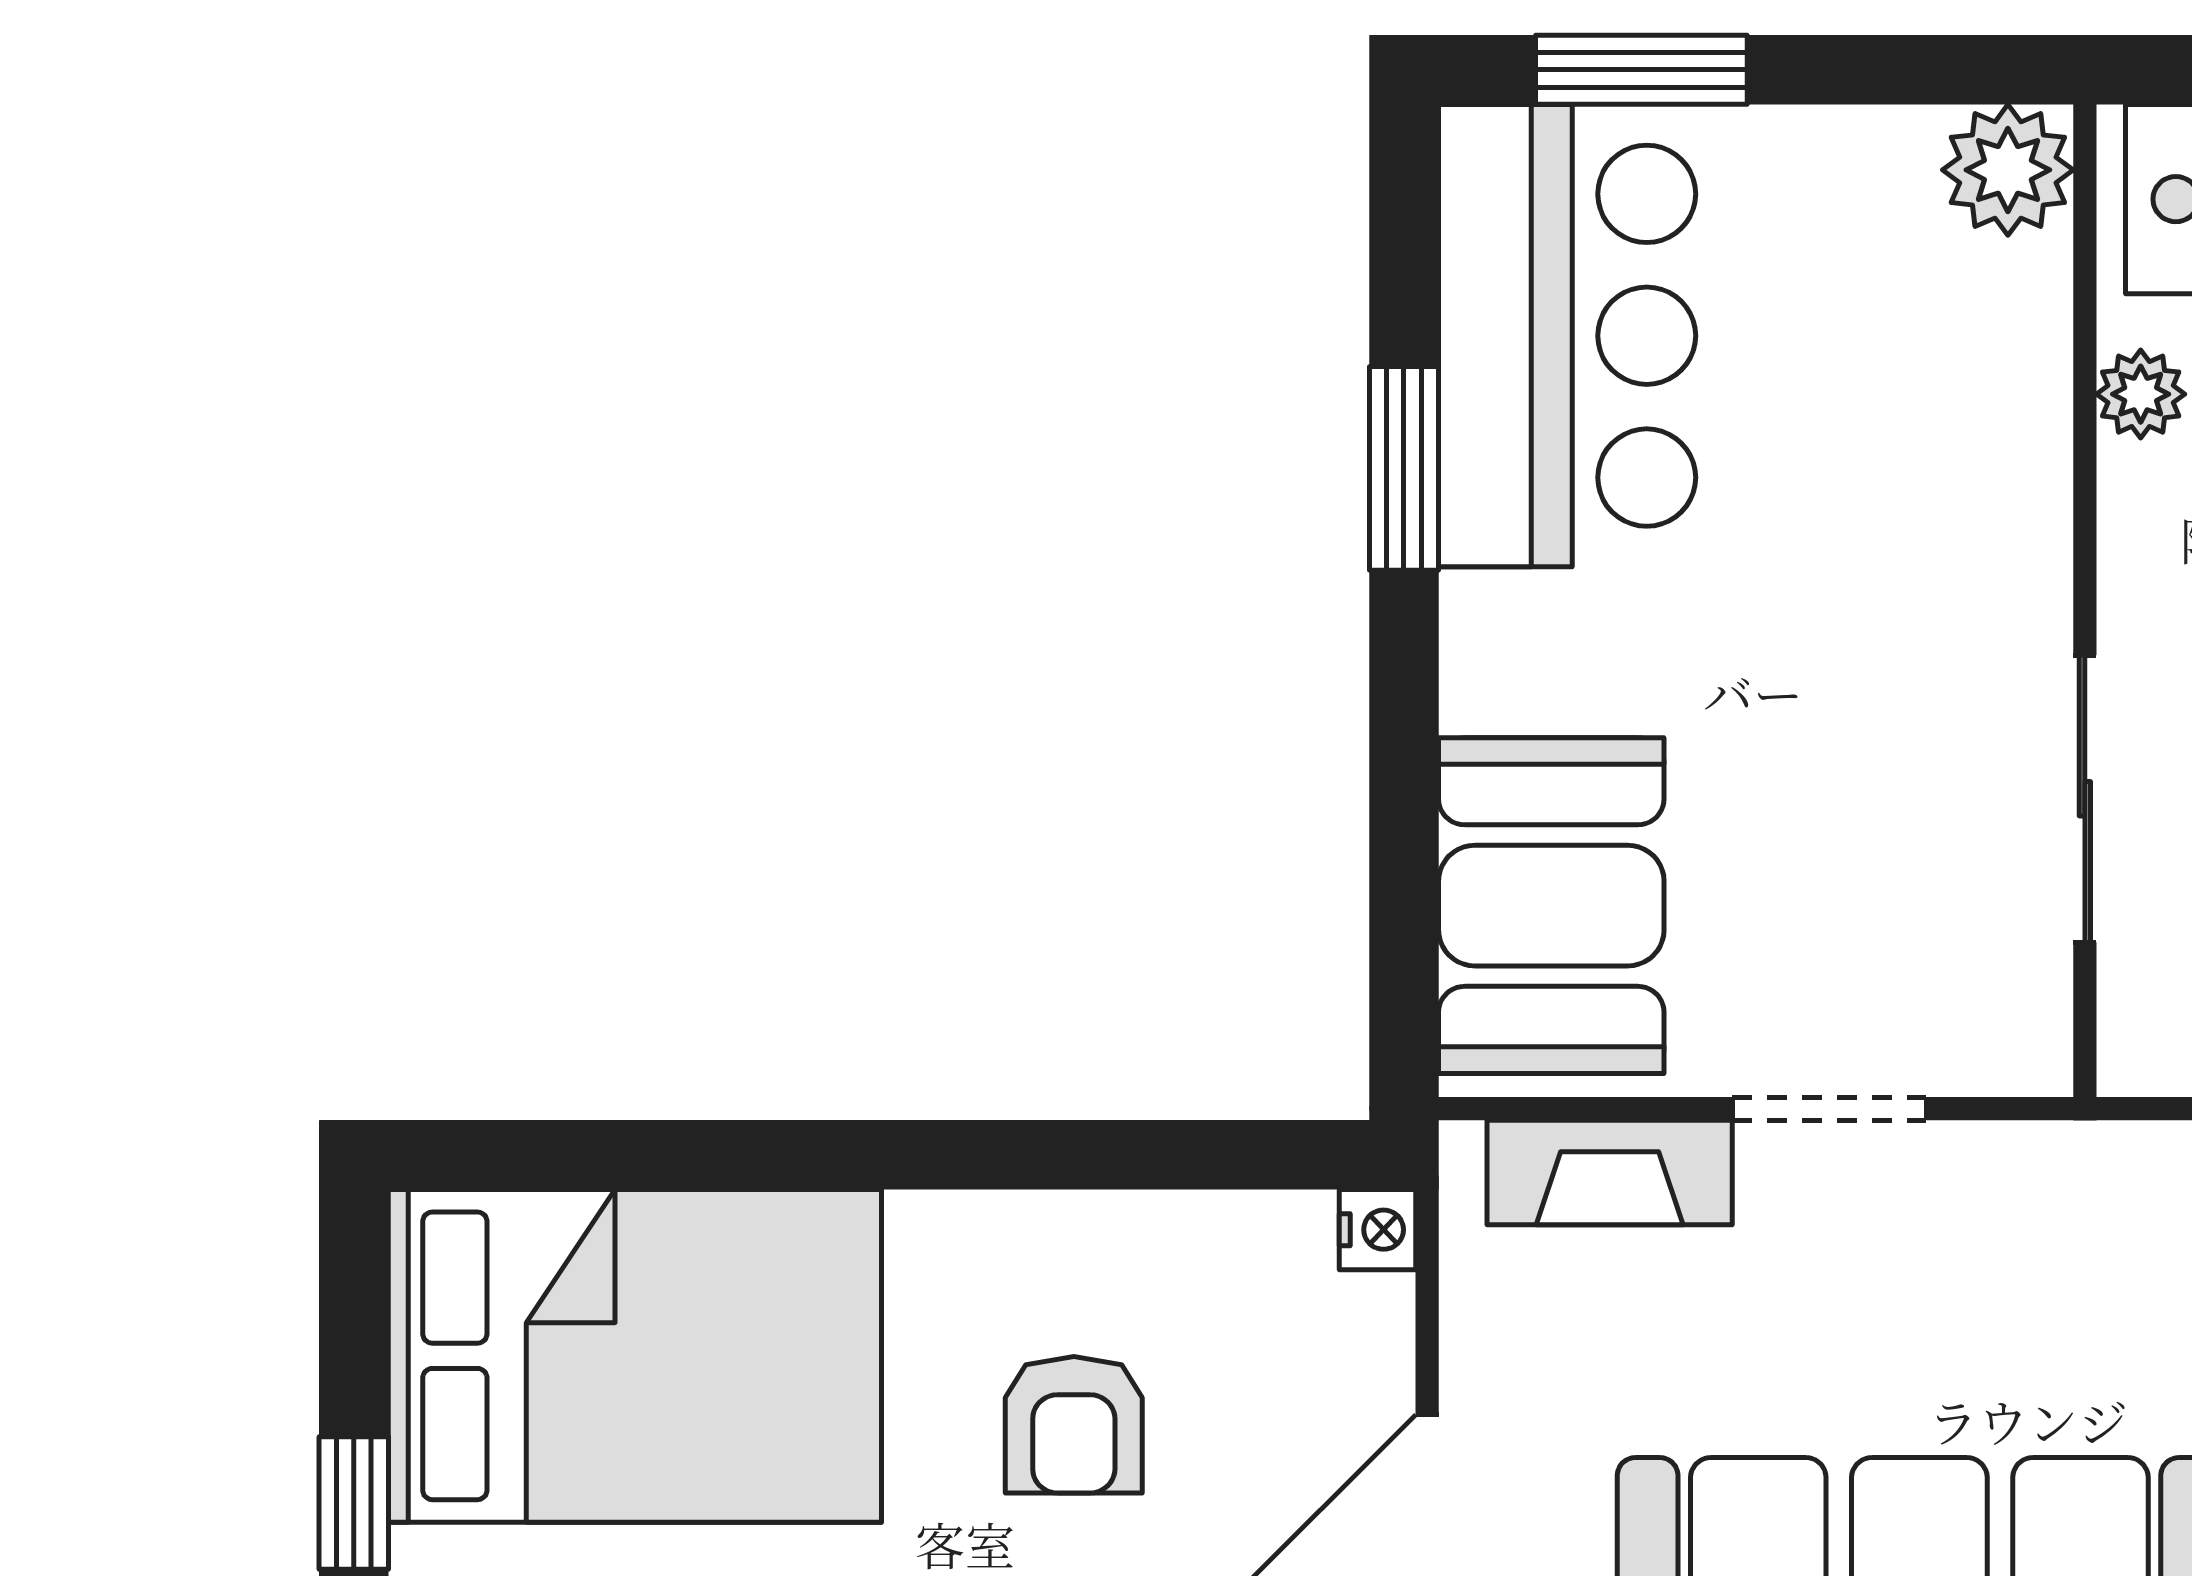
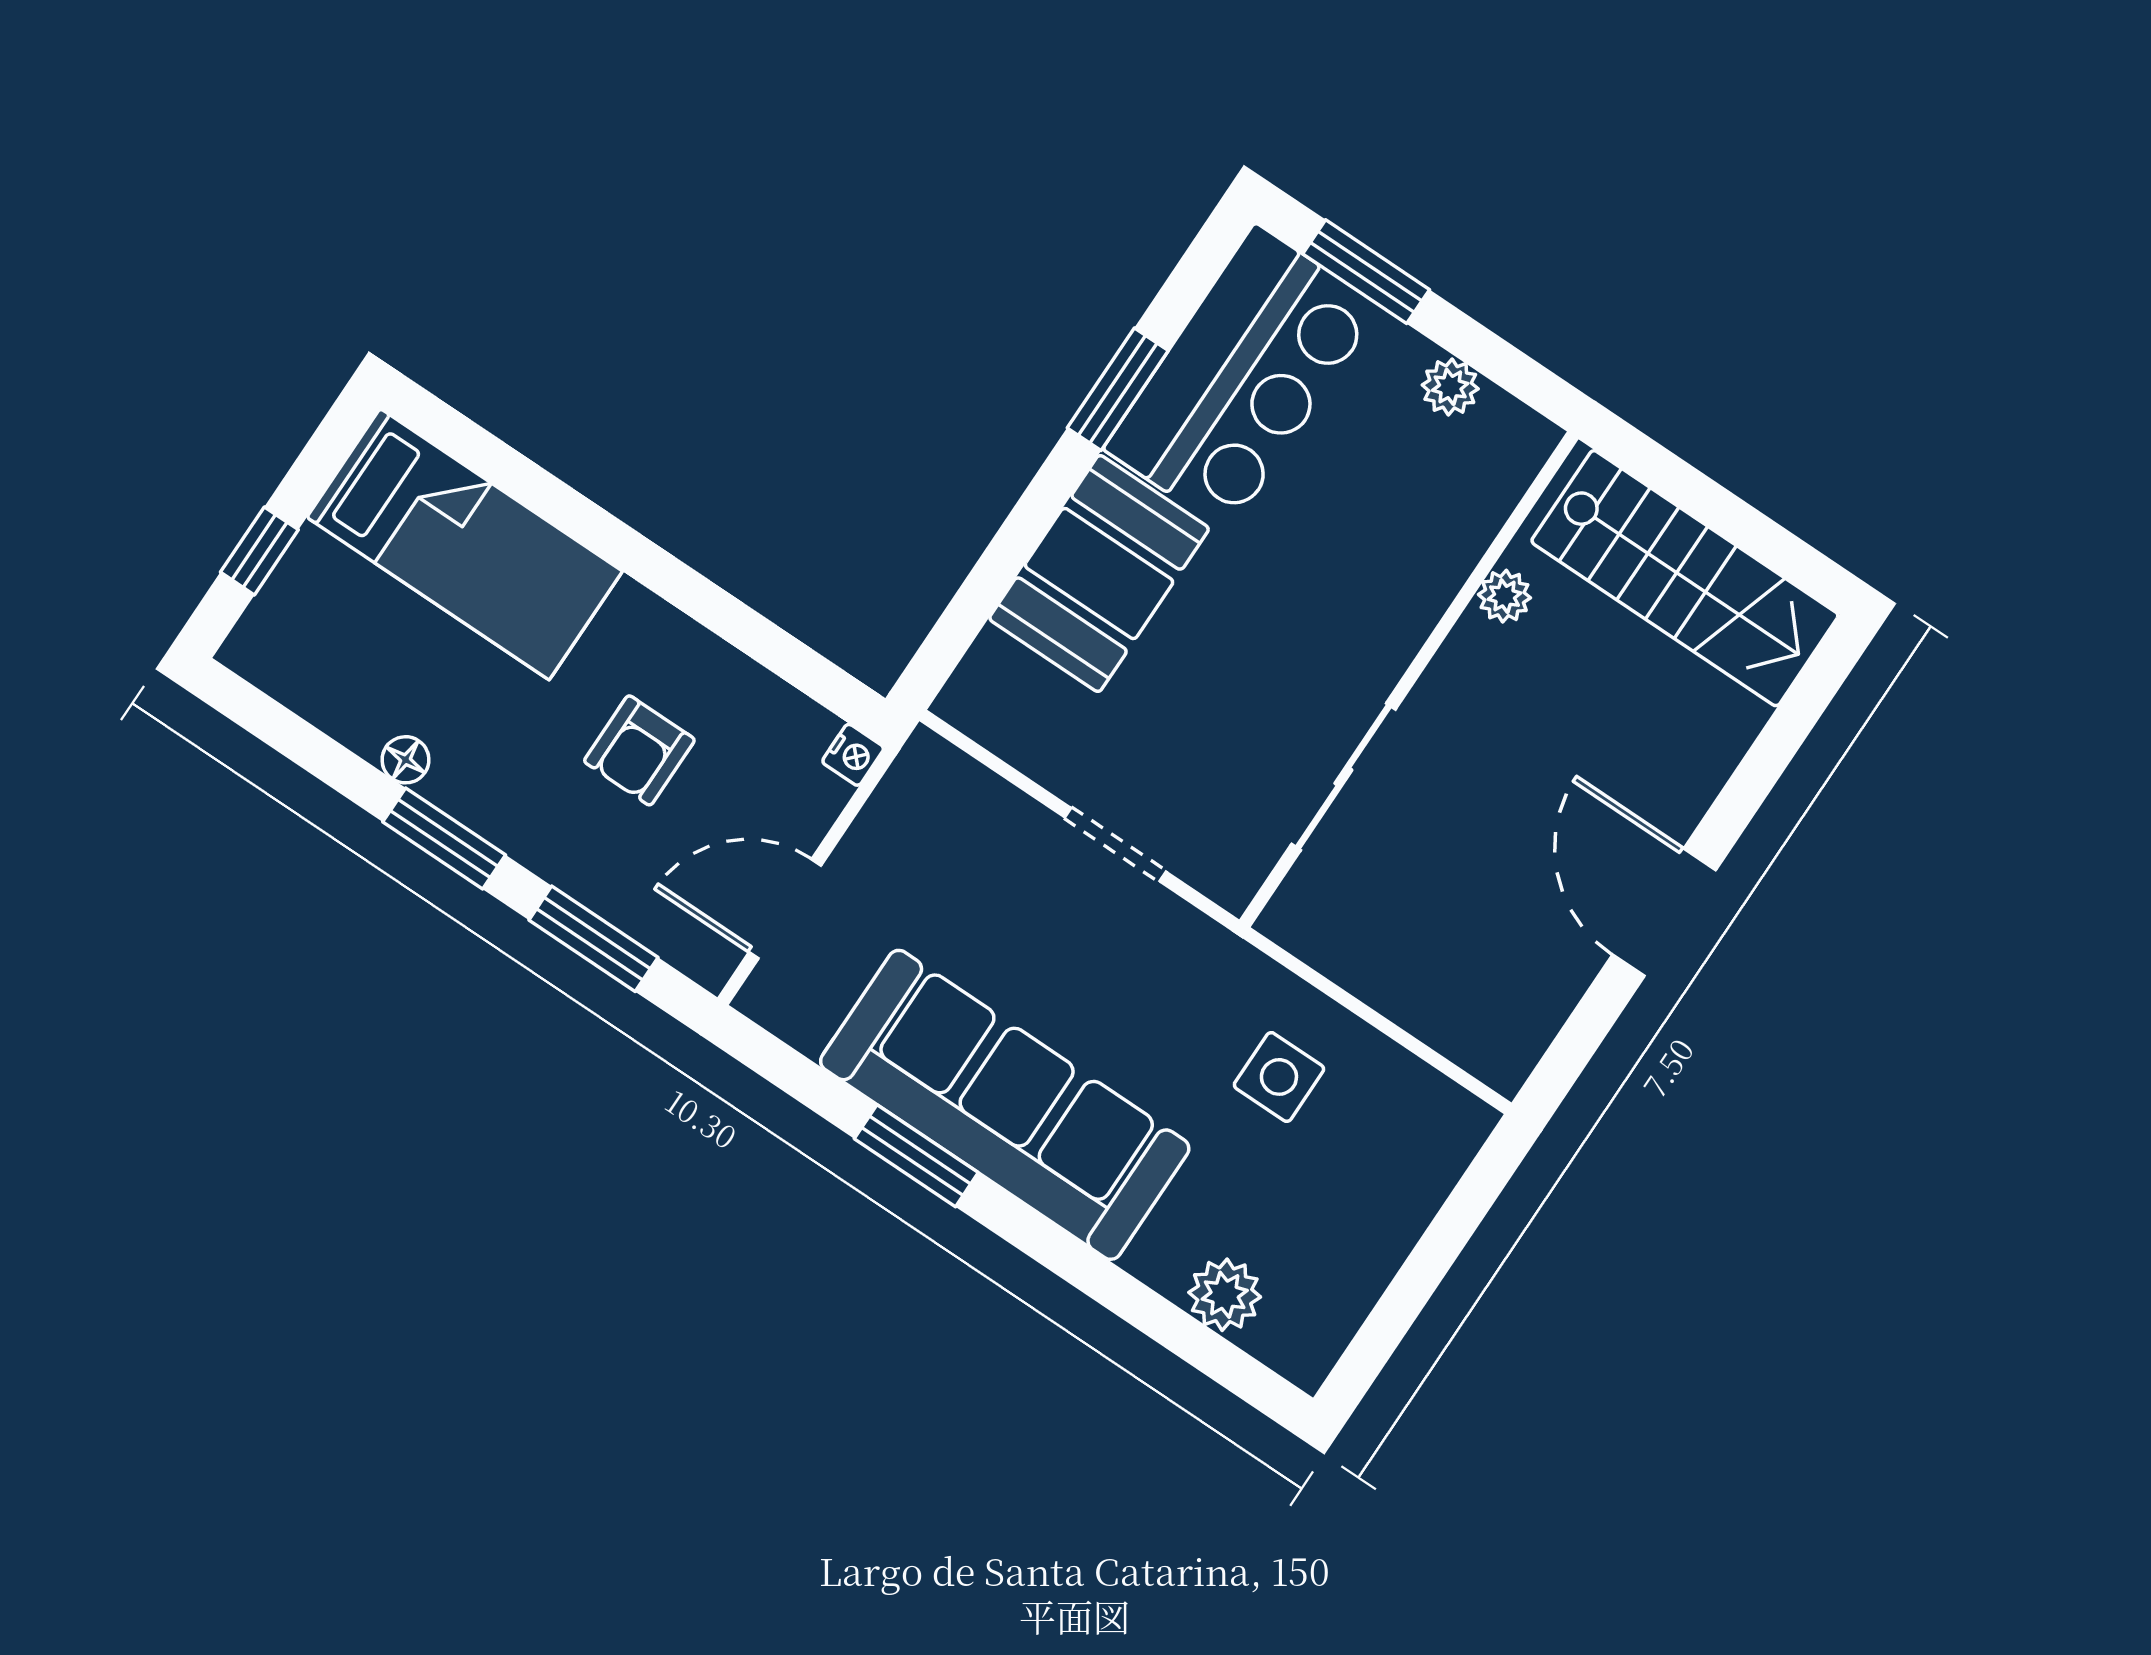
plant: (2008, 170) -> (1450, 387), moved, width x0.73, depth x0.73
booth: (1551, 906) -> (1099, 574), moved
fireplace: (1610, 1172) -> (986, 803), removed
bed: (635, 1356) -> (465, 544), width x0.67

